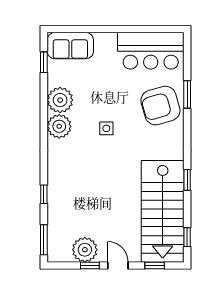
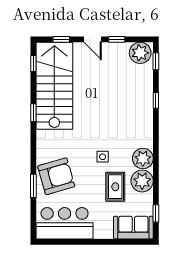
rug: (91, 93) -> (115, 187), added
window: (44, 240) -> (156, 61), width x0.67
plant: (85, 250) -> (140, 53), moved

